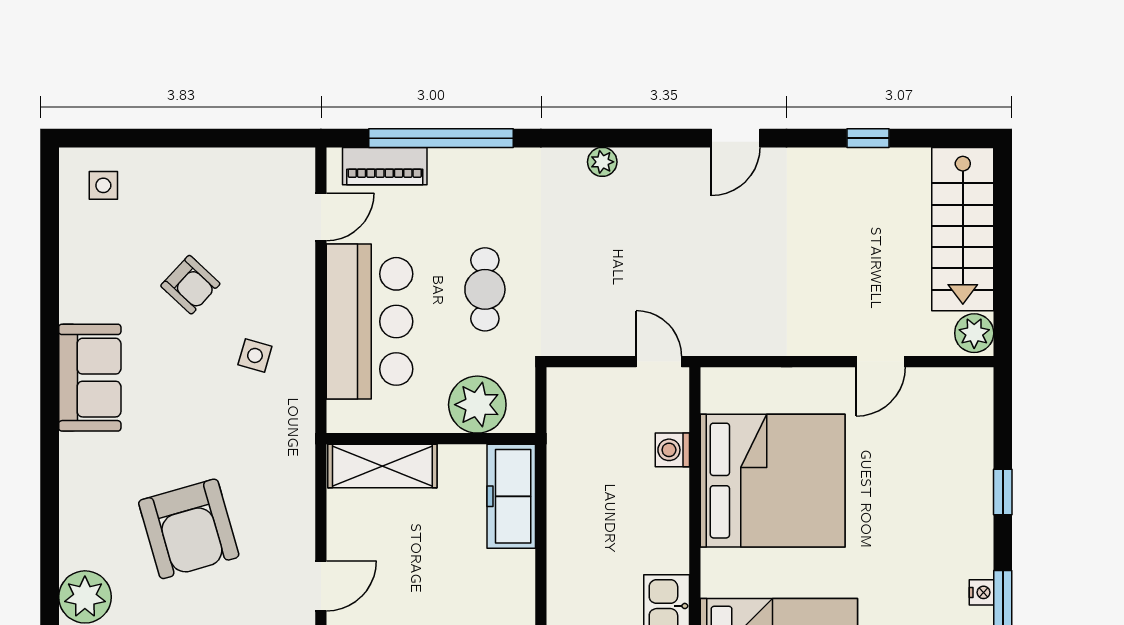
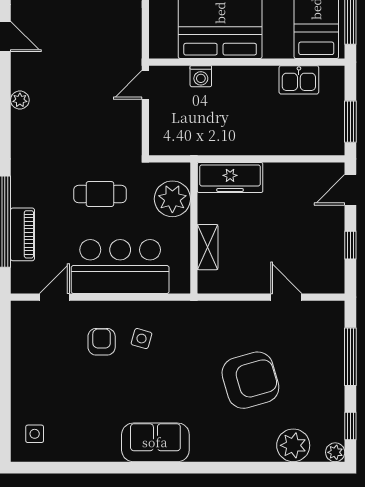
plant: (602, 162) -> (20, 100), moved
piano: (385, 166) -> (23, 234), moved
door: (321, 217) -> (54, 297), hinge flipped
armchair: (190, 285) -> (102, 342), moved, turned -43
shelving: (382, 466) -> (208, 247), width x0.67, depth x0.75

